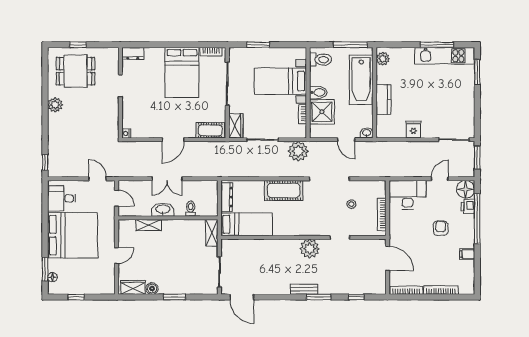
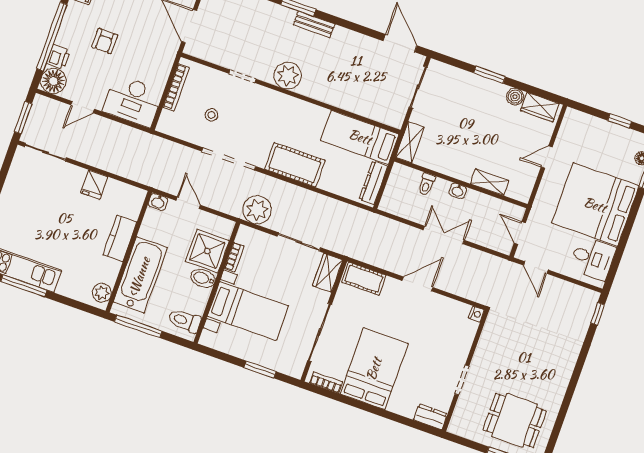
plant: (55, 105) -> (557, 385), removed
washbasin: (163, 210) -> (458, 191), width x0.52, depth x0.69

